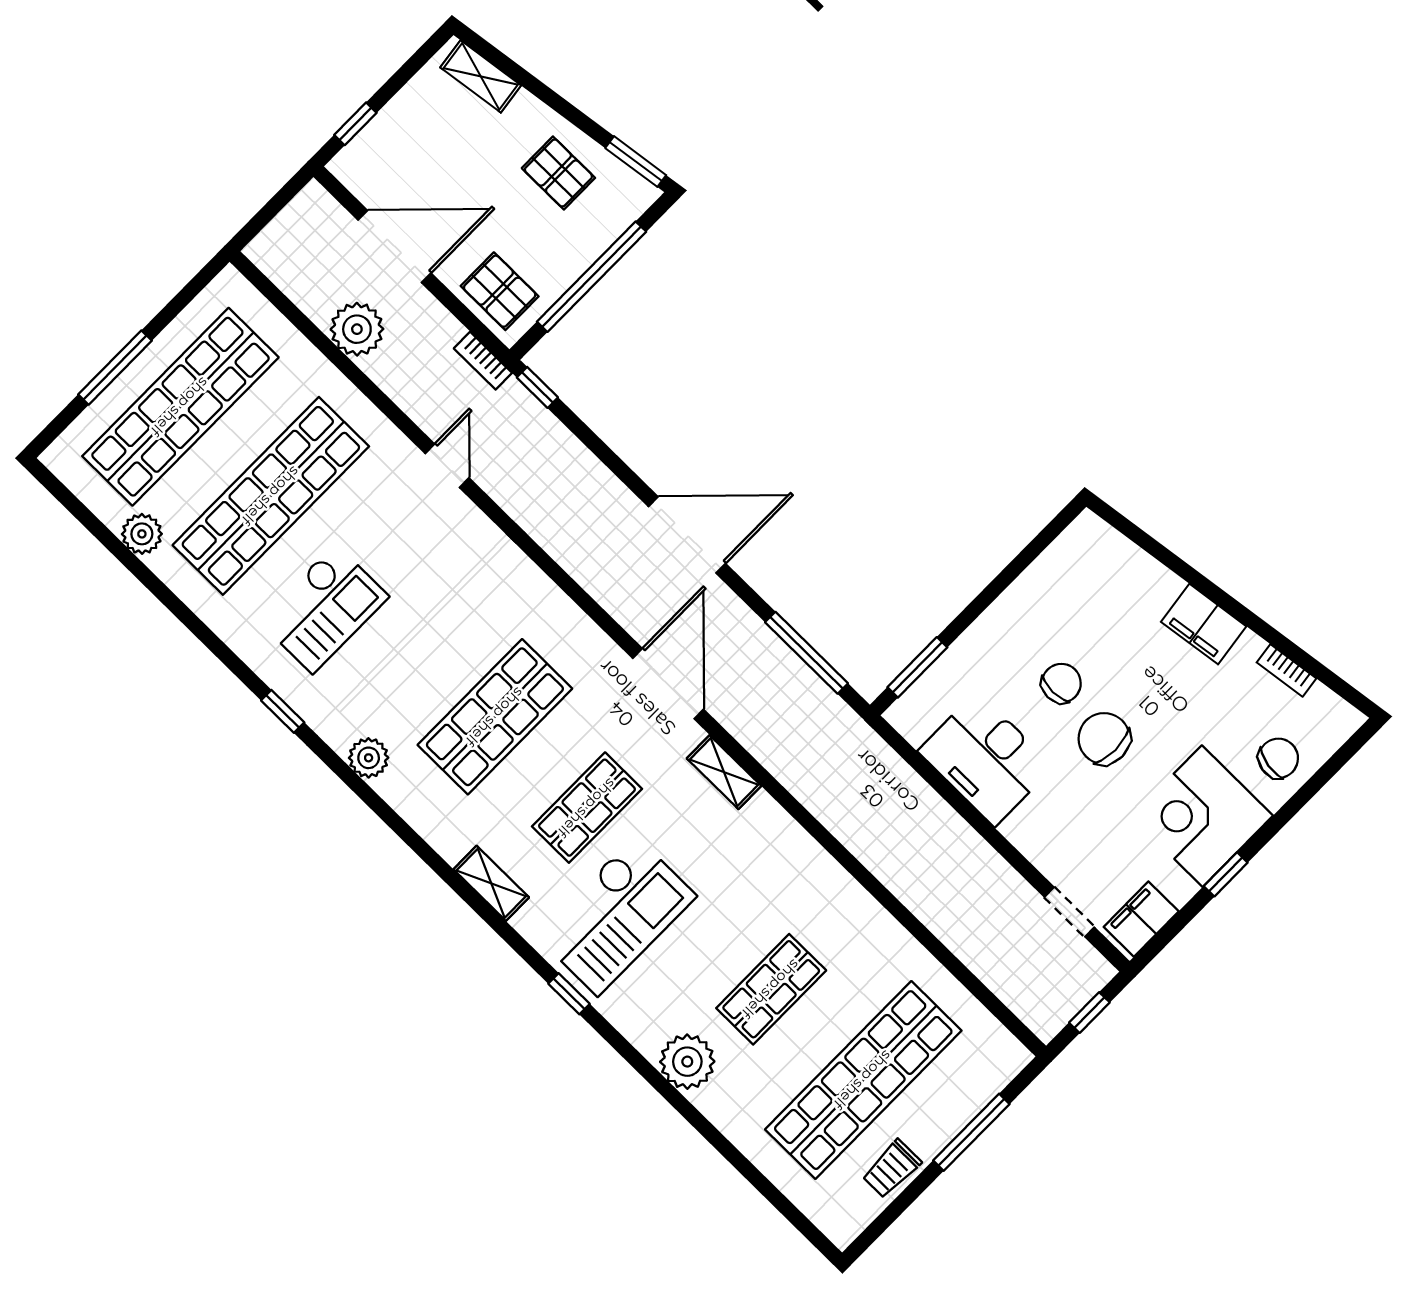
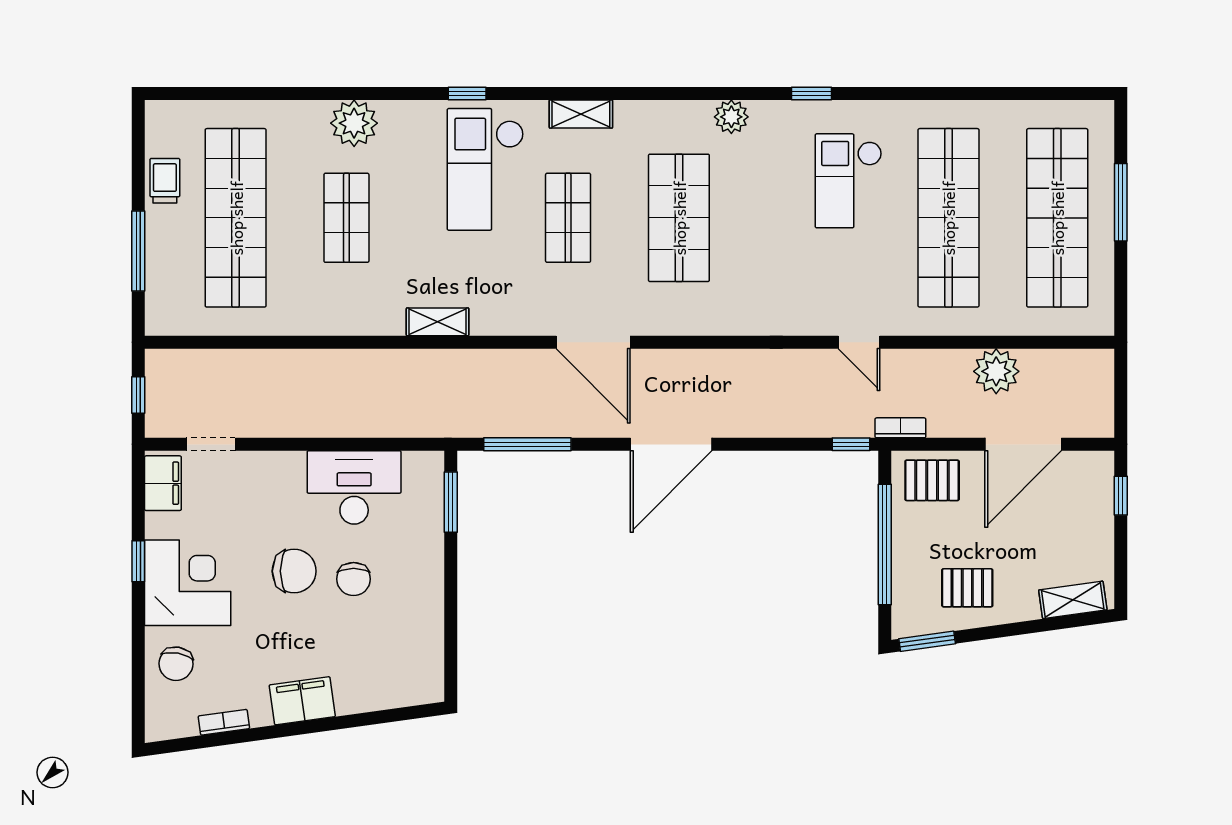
plant: (142, 534) -> (1004, 117), removed
shelving: (724, 772) -> (438, 322), moved

